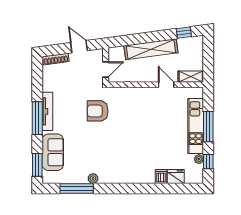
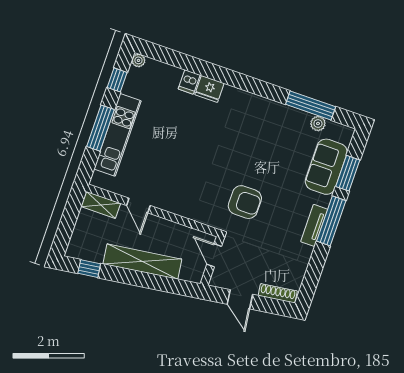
door: (106, 69) -> (214, 255), hinge flipped
tv unit: (47, 111) -> (314, 225), width x0.71
plant: (199, 159) -> (138, 60), moved
window: (37, 165) -> (348, 173), moved
fridge: (176, 177) -> (209, 89), moved
plant: (93, 179) -> (318, 124), moved

